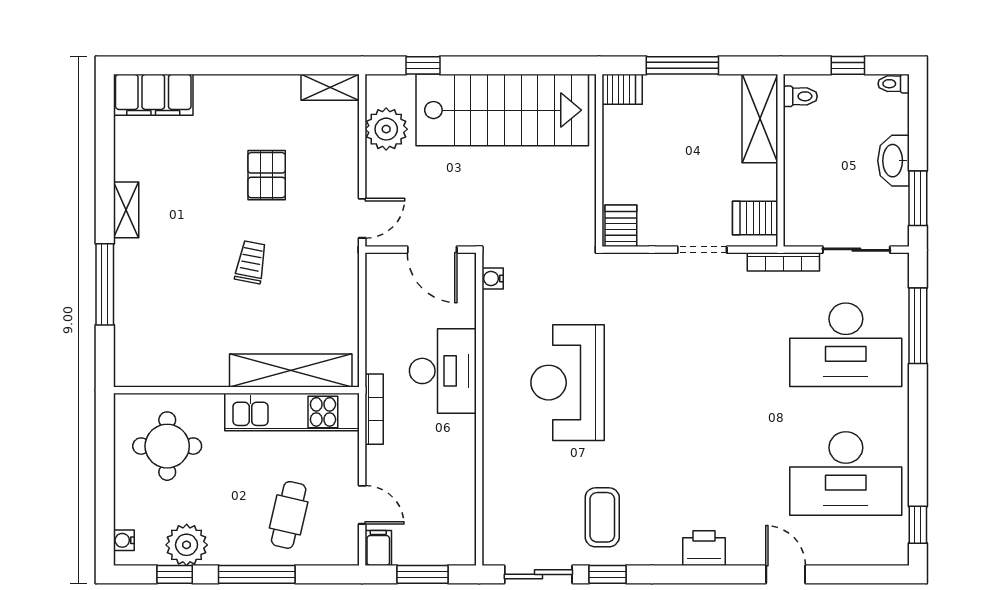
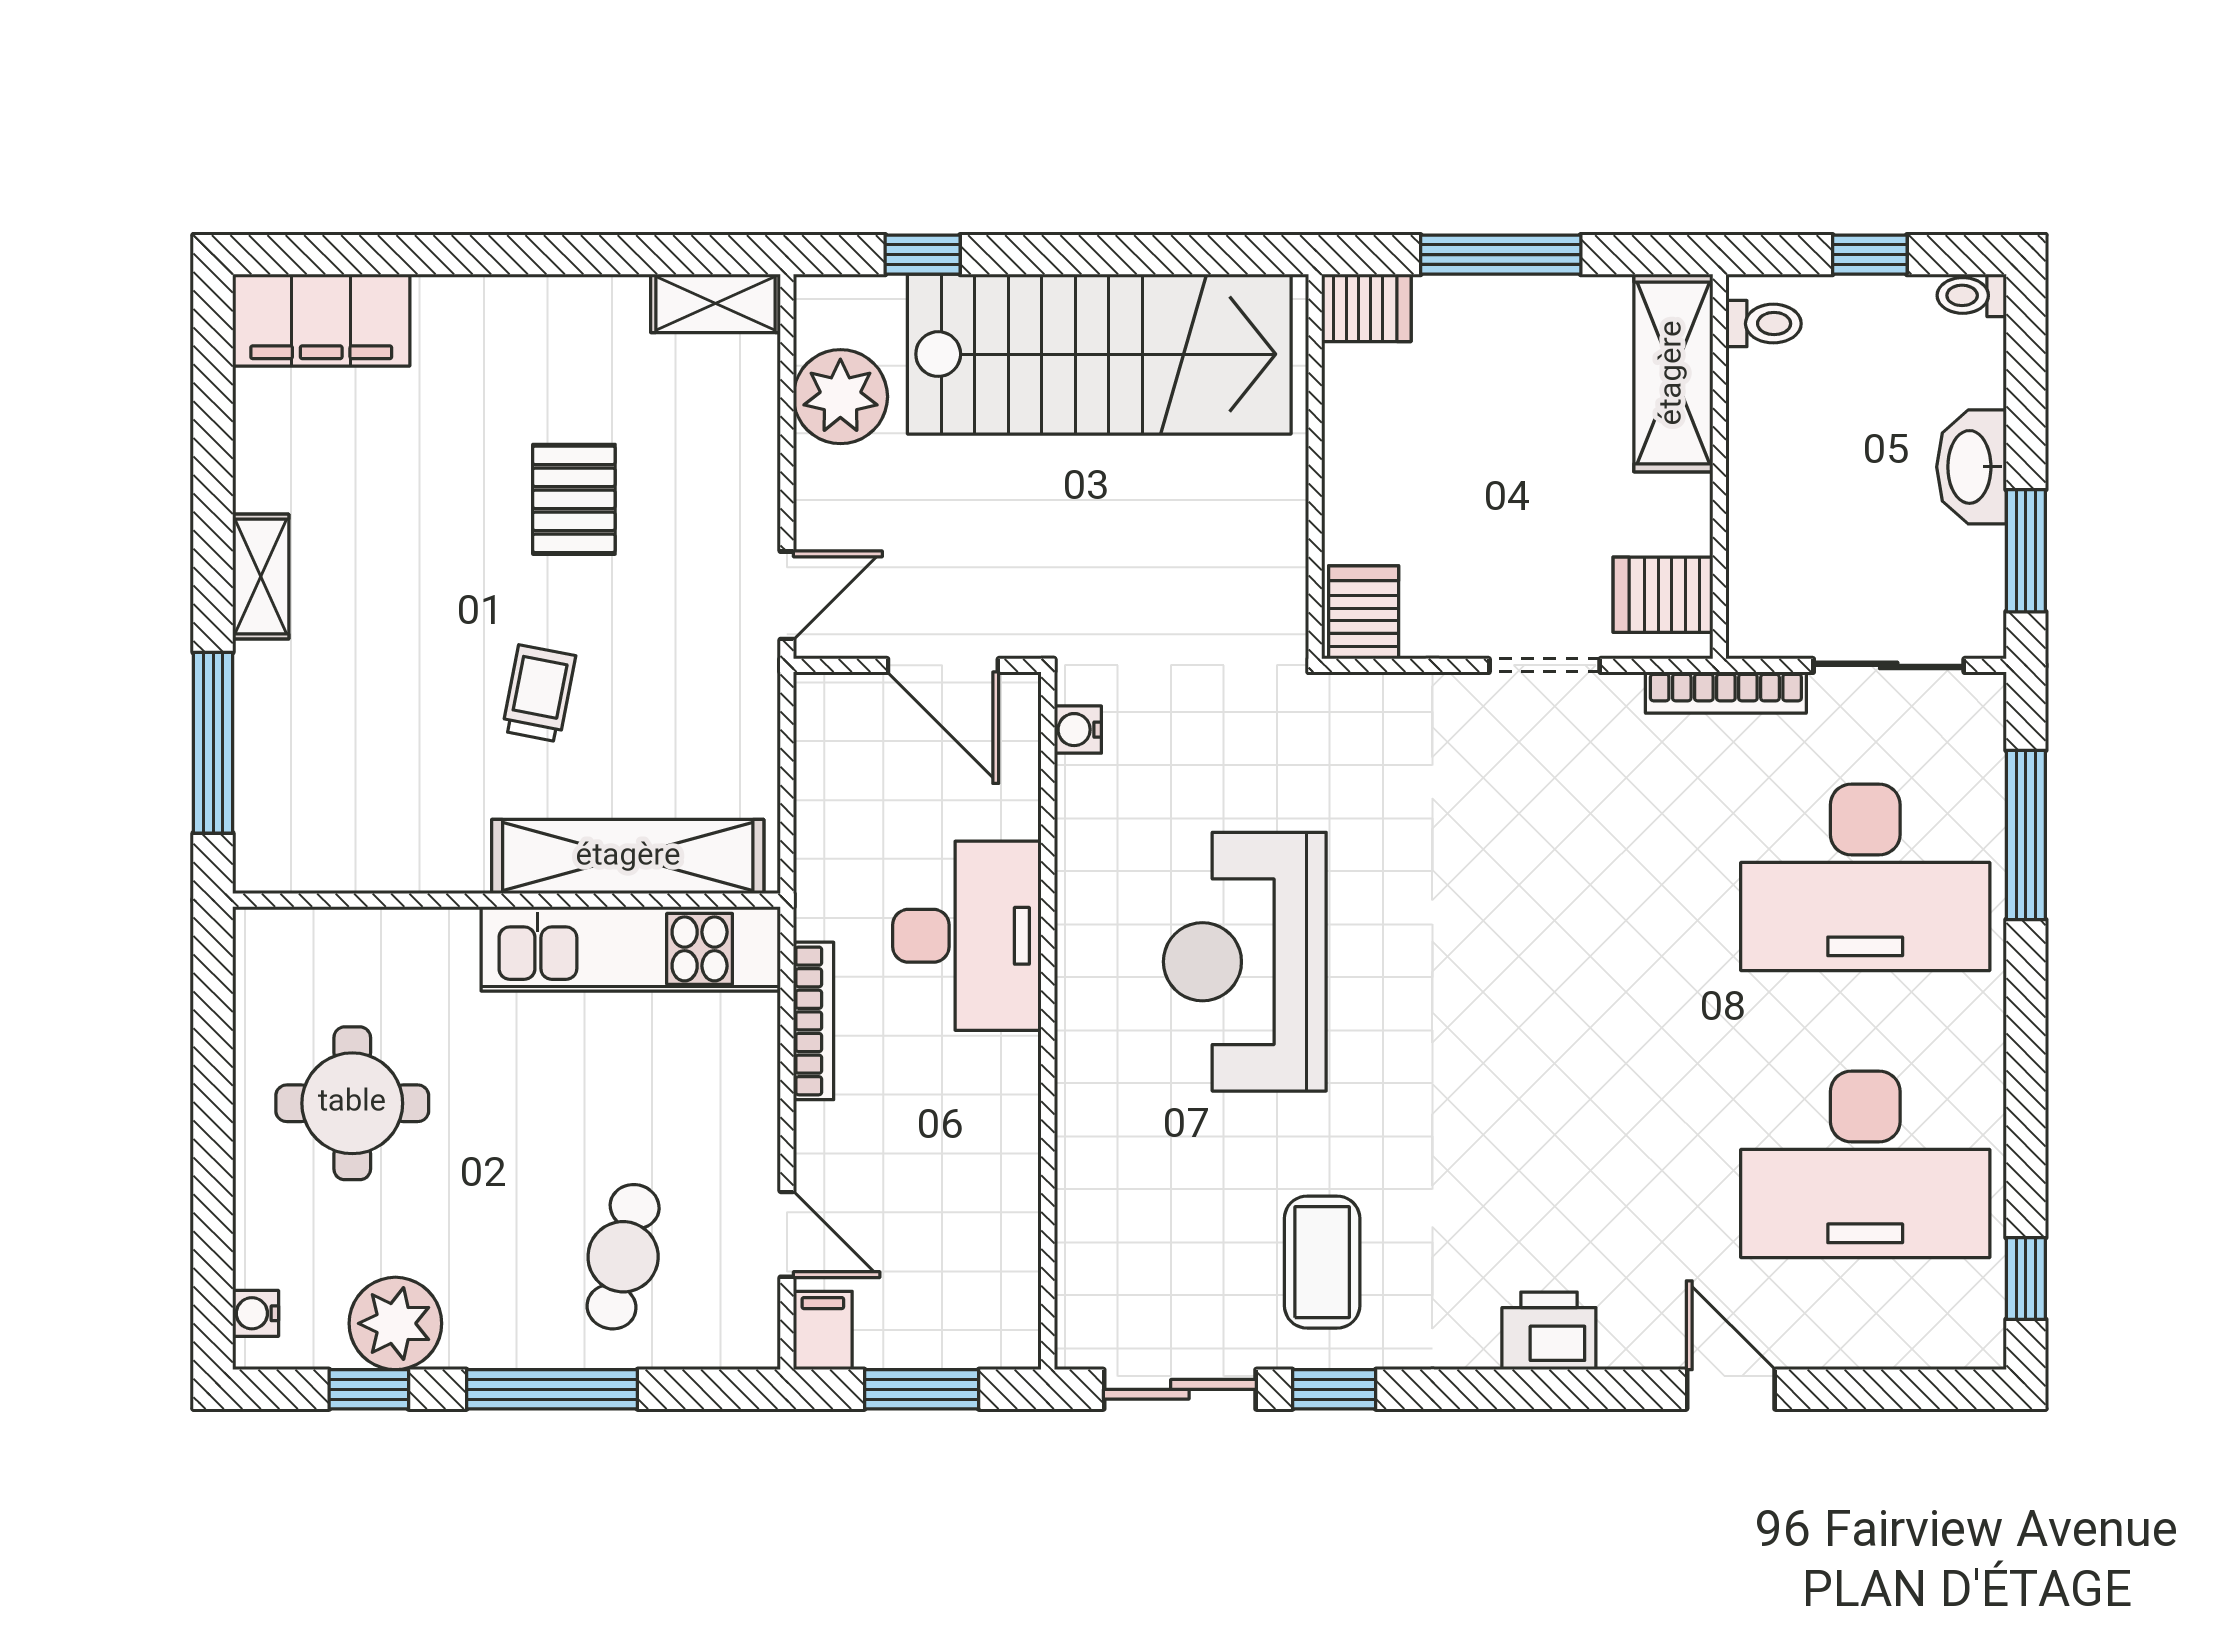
shelving: (291, 371) -> (628, 857), moved
wall: (236, 390) -> (506, 900), moved
kitchen unit: (292, 412) -> (631, 949), moved

